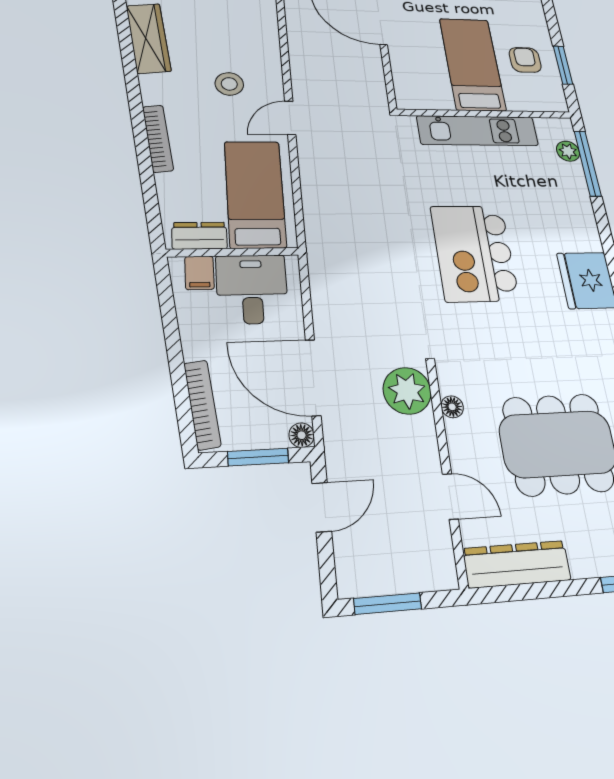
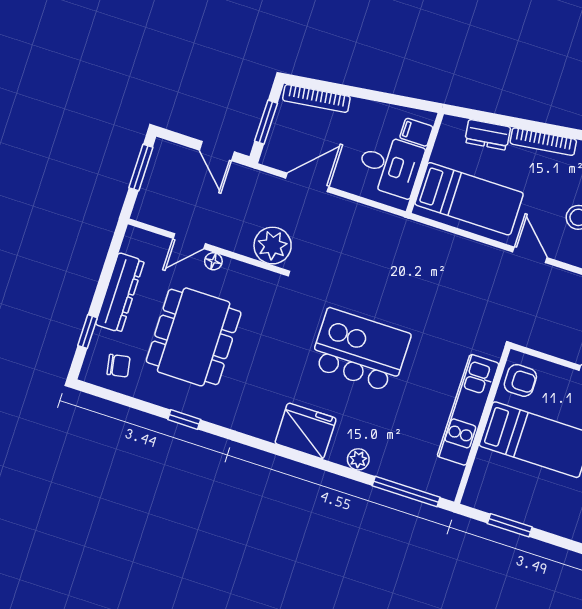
armchair: (525, 60) -> (520, 380), moved
plant: (568, 151) -> (358, 459), moved
dresser: (199, 236) -> (488, 135), moved, turned 83
door: (313, 377) -> (307, 182), width x0.73
floor lamp: (452, 407) -> (213, 261), moved
floor lamp: (302, 435) -> (270, 157), removed
dresser: (517, 564) -> (120, 293), moved

